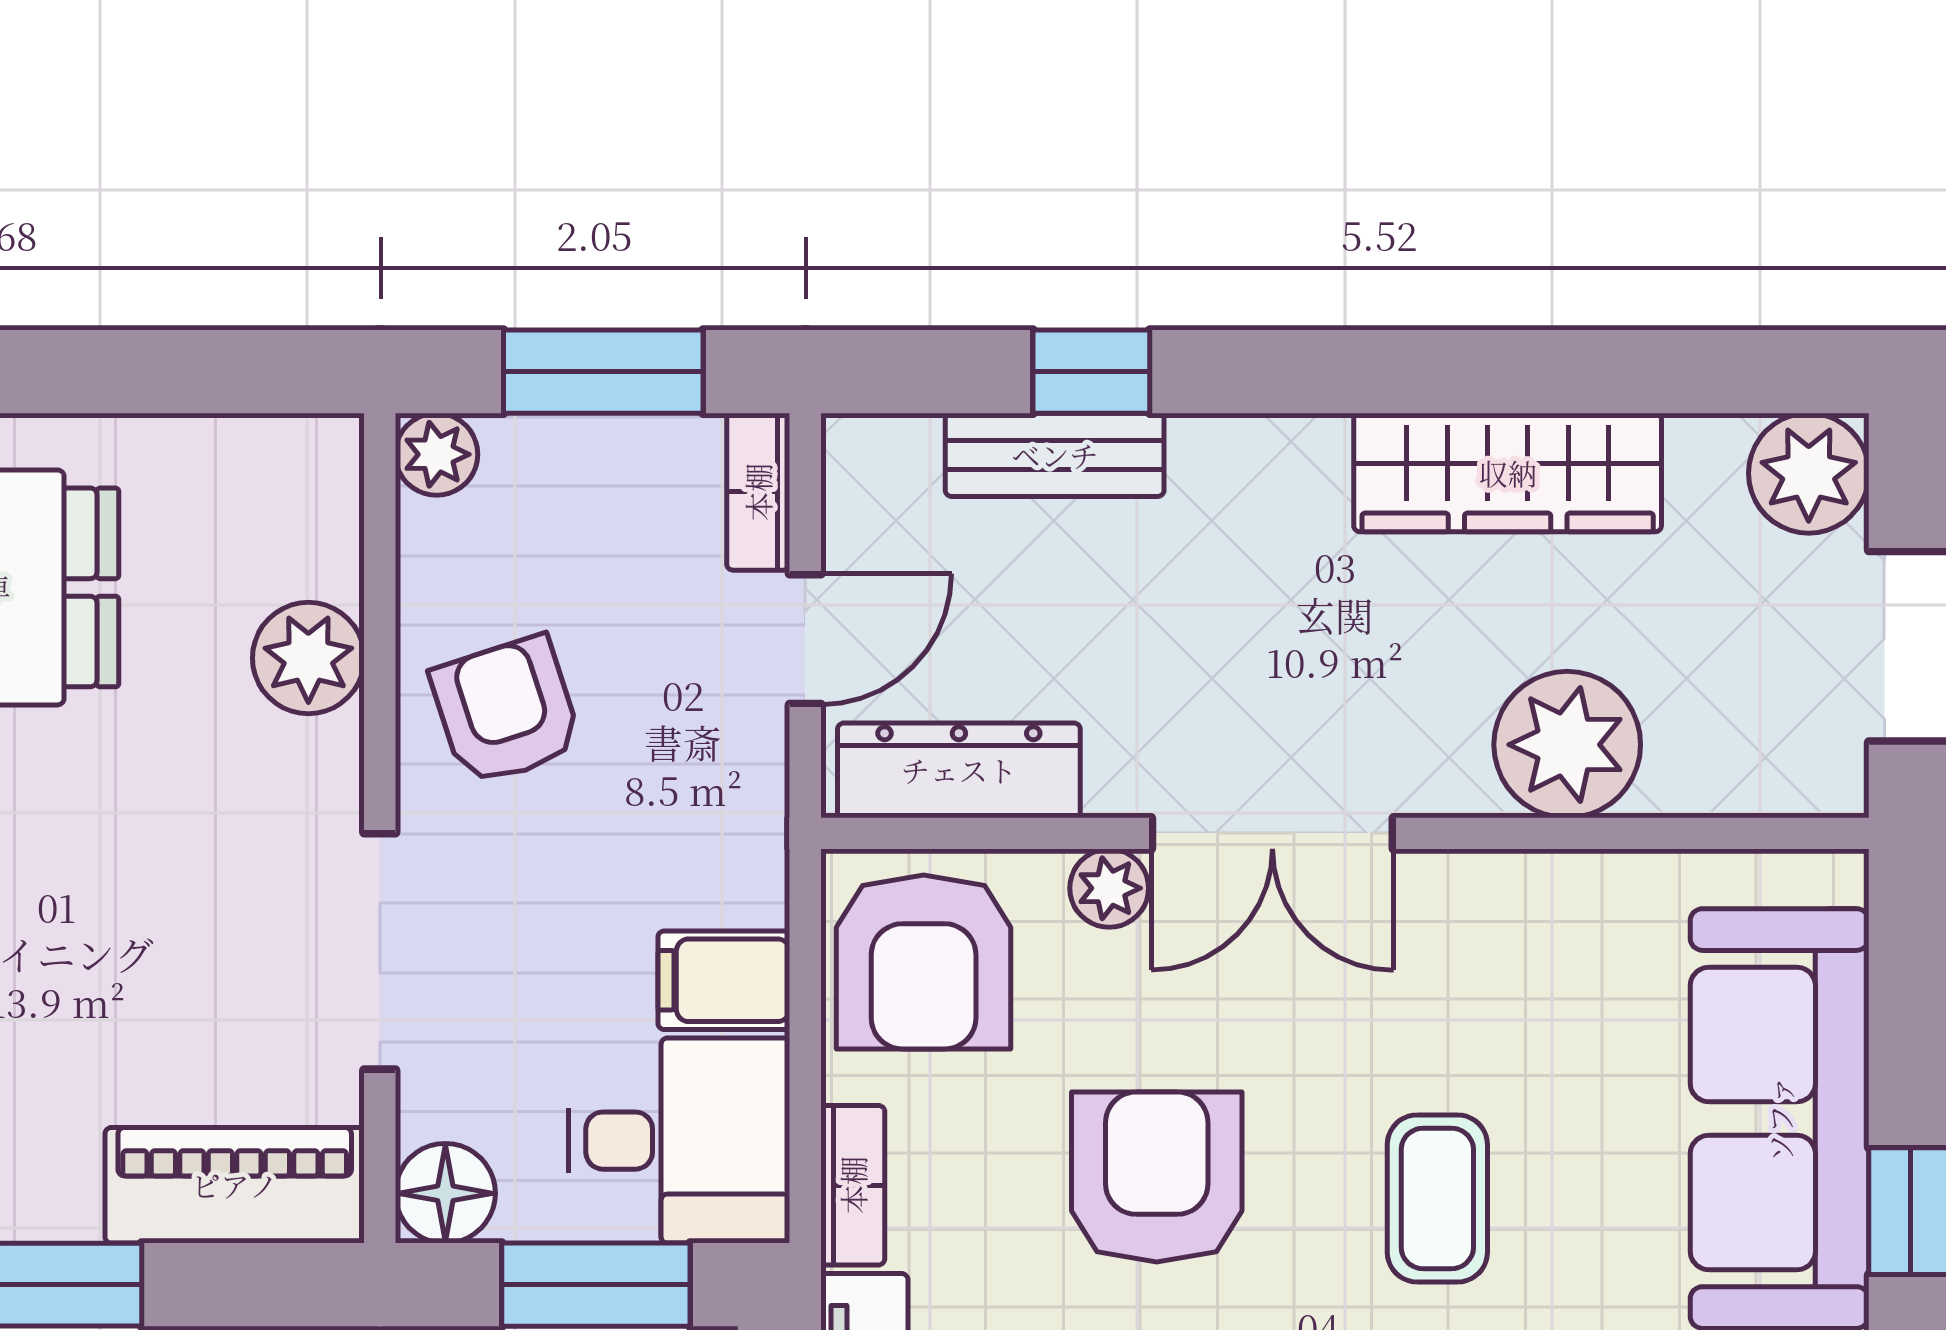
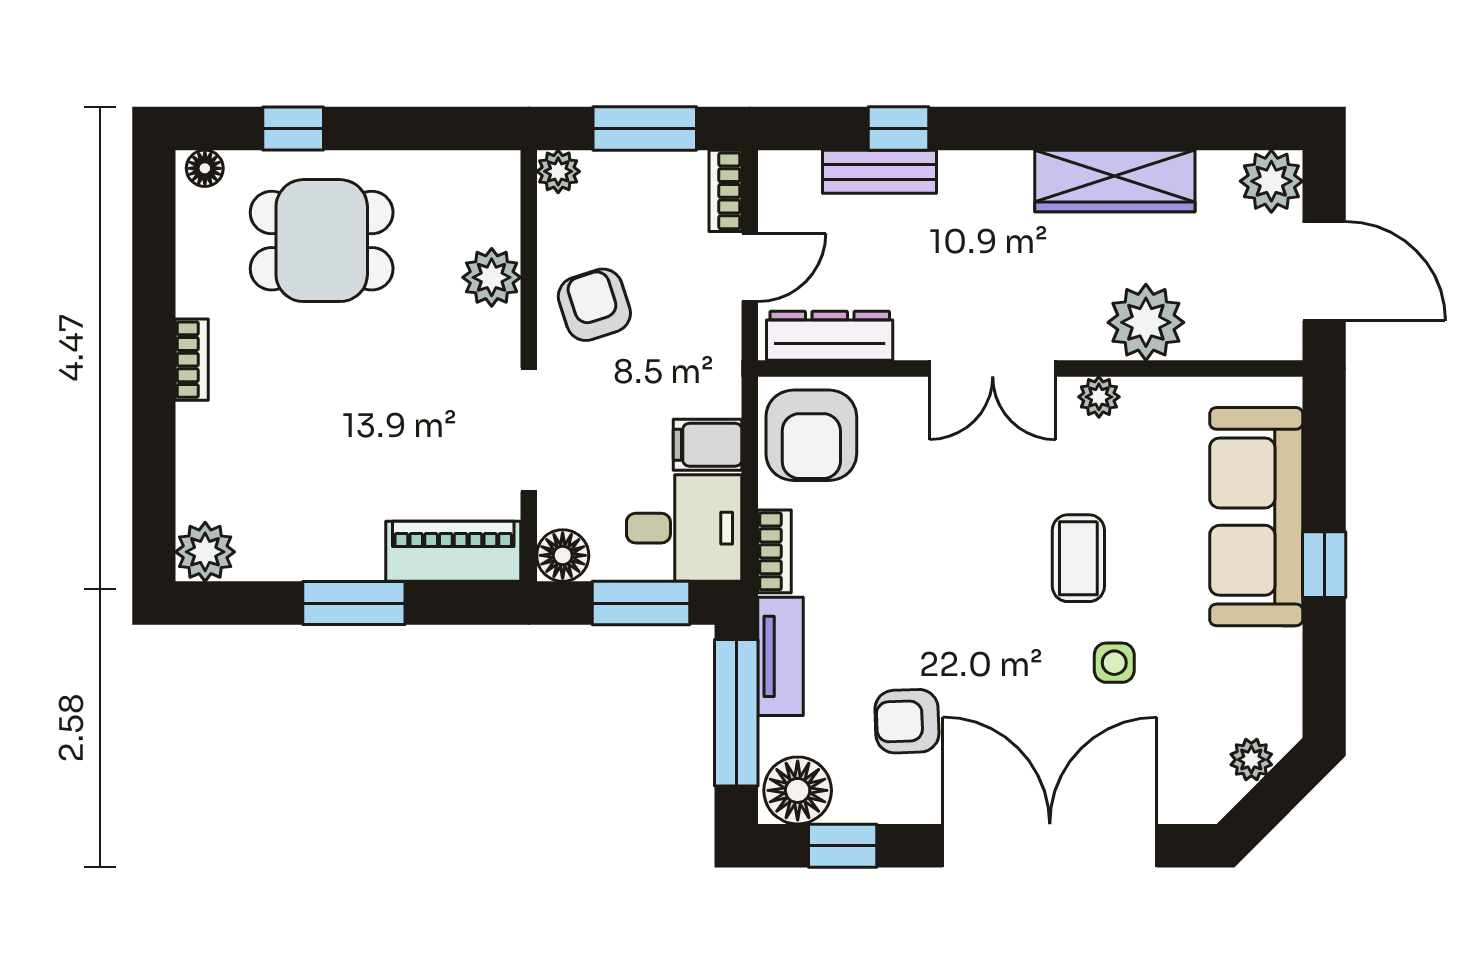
plant: (1109, 888) -> (1099, 397), moved
armchair: (1157, 1177) -> (933, 547), removed

